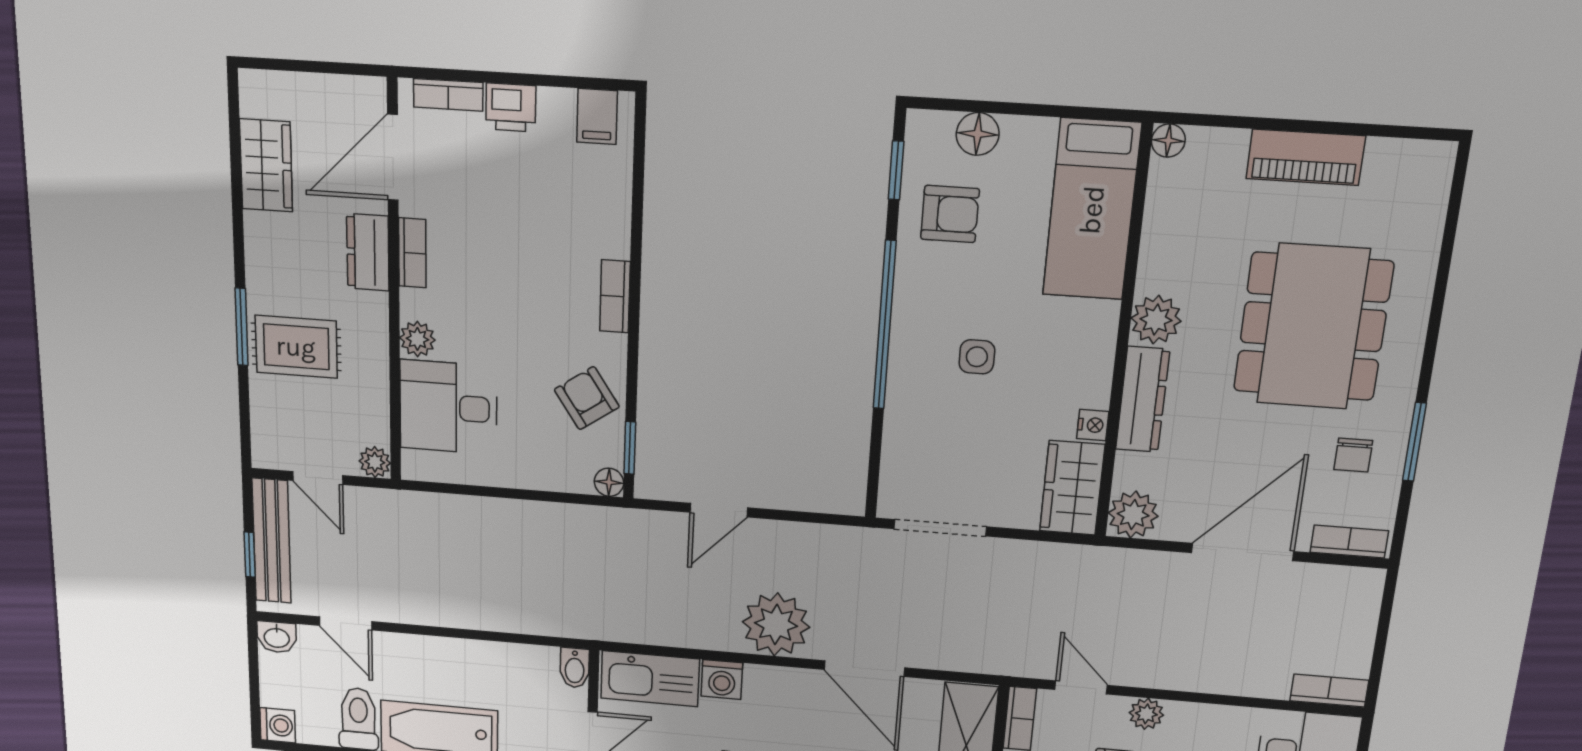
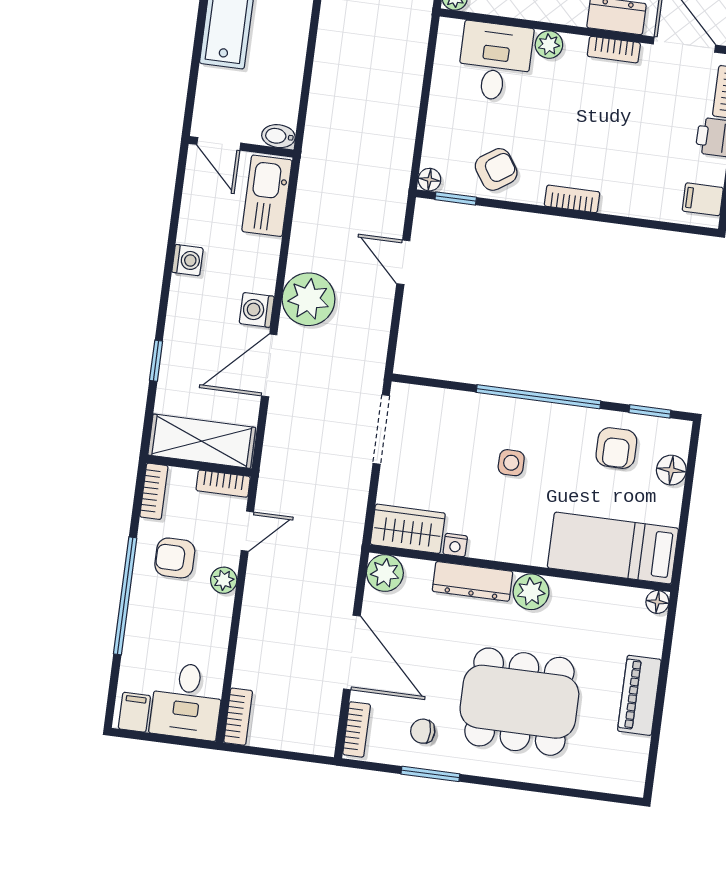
washing machine: (722, 680) -> (257, 310), moved

